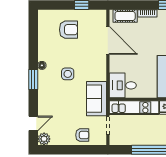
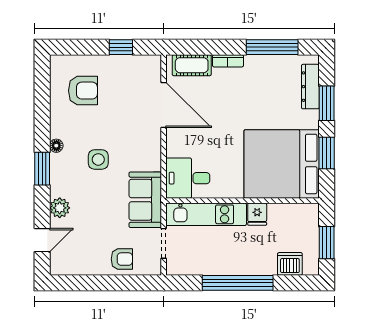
armchair: (68, 30) -> (83, 91), moved
plant: (44, 139) -> (60, 208), moved

